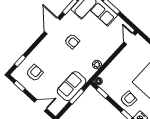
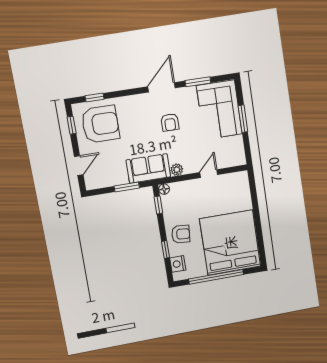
door: (129, 39) -> (209, 174), moved
armchair: (35, 73) -> (100, 124), width x1.88, depth x1.88
sofa: (72, 86) -> (148, 168), moved
door: (41, 105) -> (79, 166), hinge flipped

